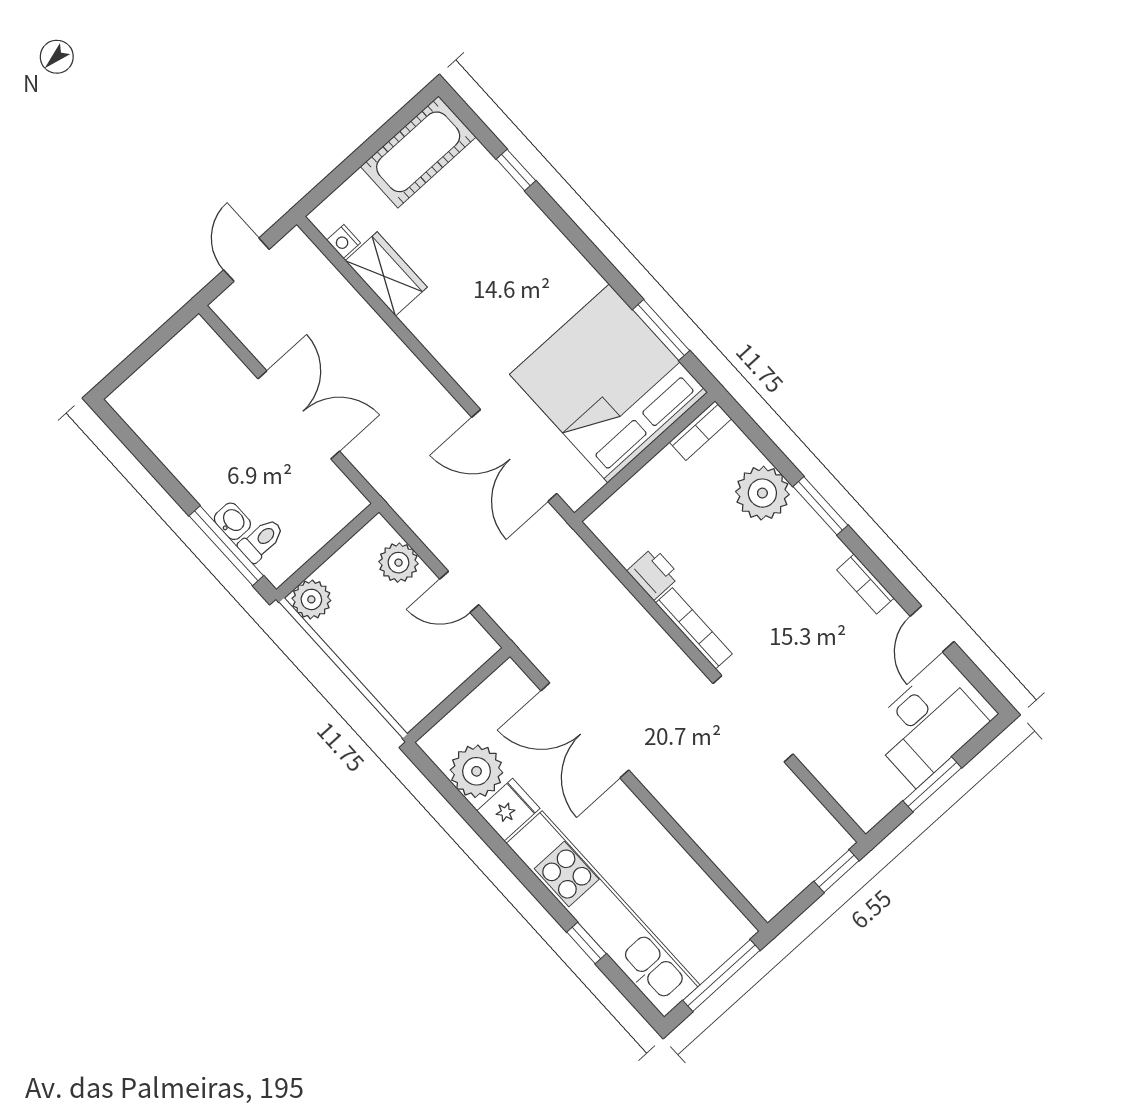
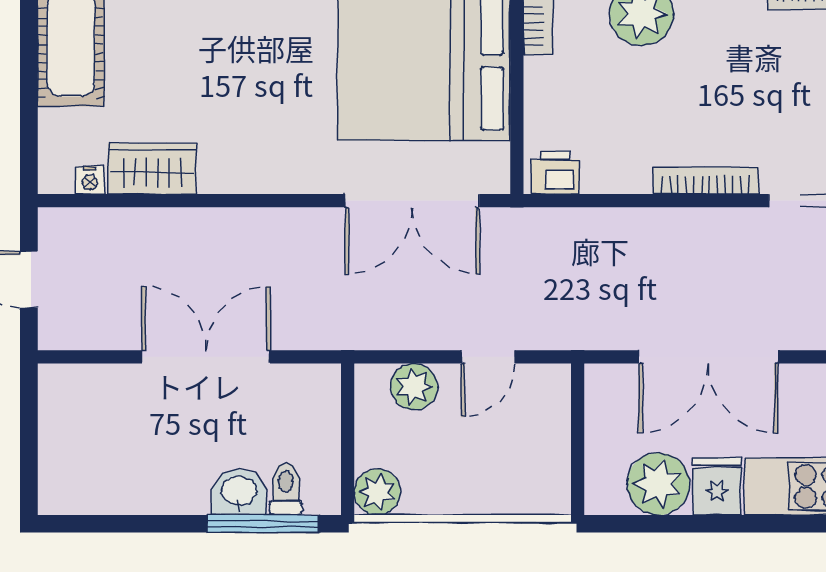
washbasin: (232, 521) -> (239, 492), width x1.38, depth x1.45
printer: (653, 574) -> (555, 173), moved

